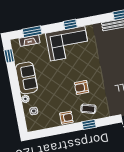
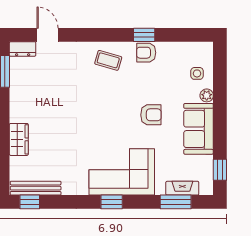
armchair: (81, 87) -> (151, 115), moved
window: (89, 124) -> (144, 35), moved

